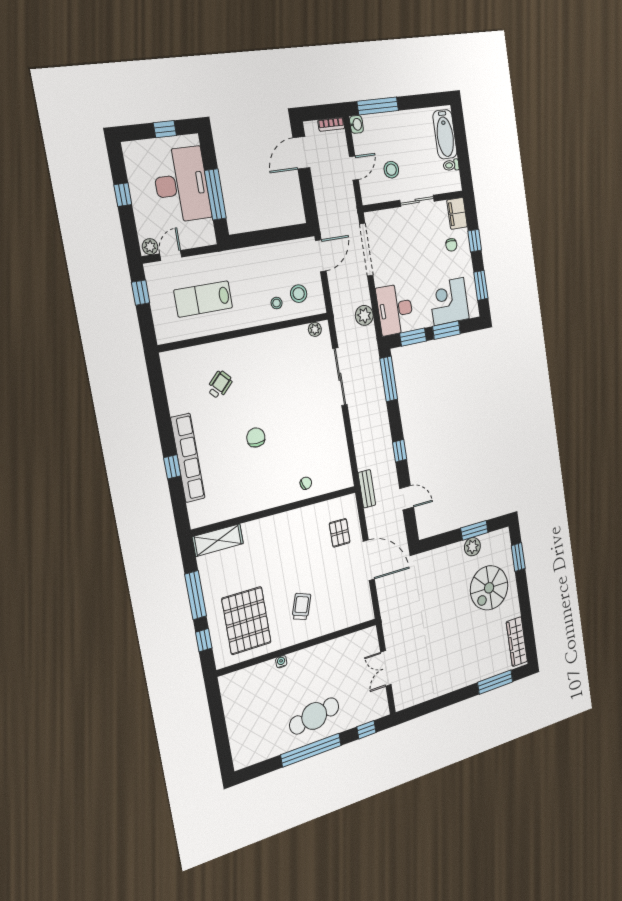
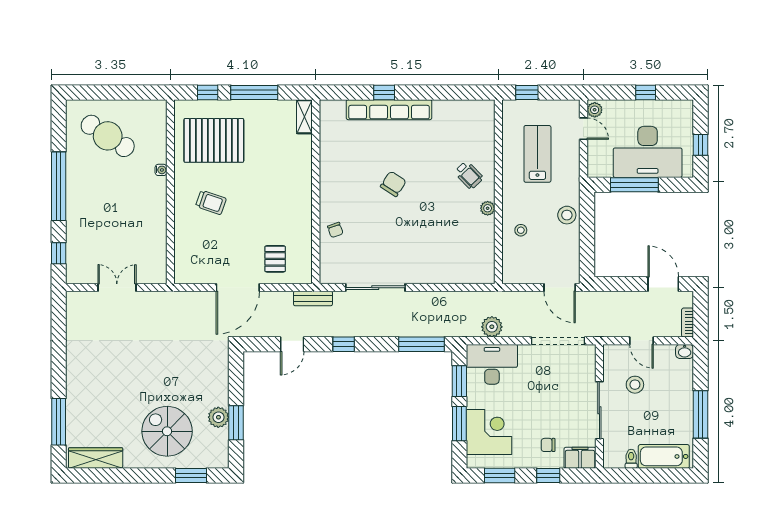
window: (378, 106) -> (700, 414), moved
sliding door: (417, 201) -> (599, 410), width x1.37
window: (141, 293) -> (527, 92), moved
stool: (299, 294) -> (567, 215), moved
plant: (315, 329) -> (488, 208), moved
sliding door: (340, 377) -> (375, 288), moved
wheelchair: (220, 385) -> (469, 175), moved
chair: (256, 437) -> (393, 184), turned -57
pallet: (340, 533) -> (275, 259), turned 90
shelving: (218, 540) -> (304, 117), width x0.67, depth x0.75
cafe table: (314, 716) -> (108, 136), moved, turned -48

